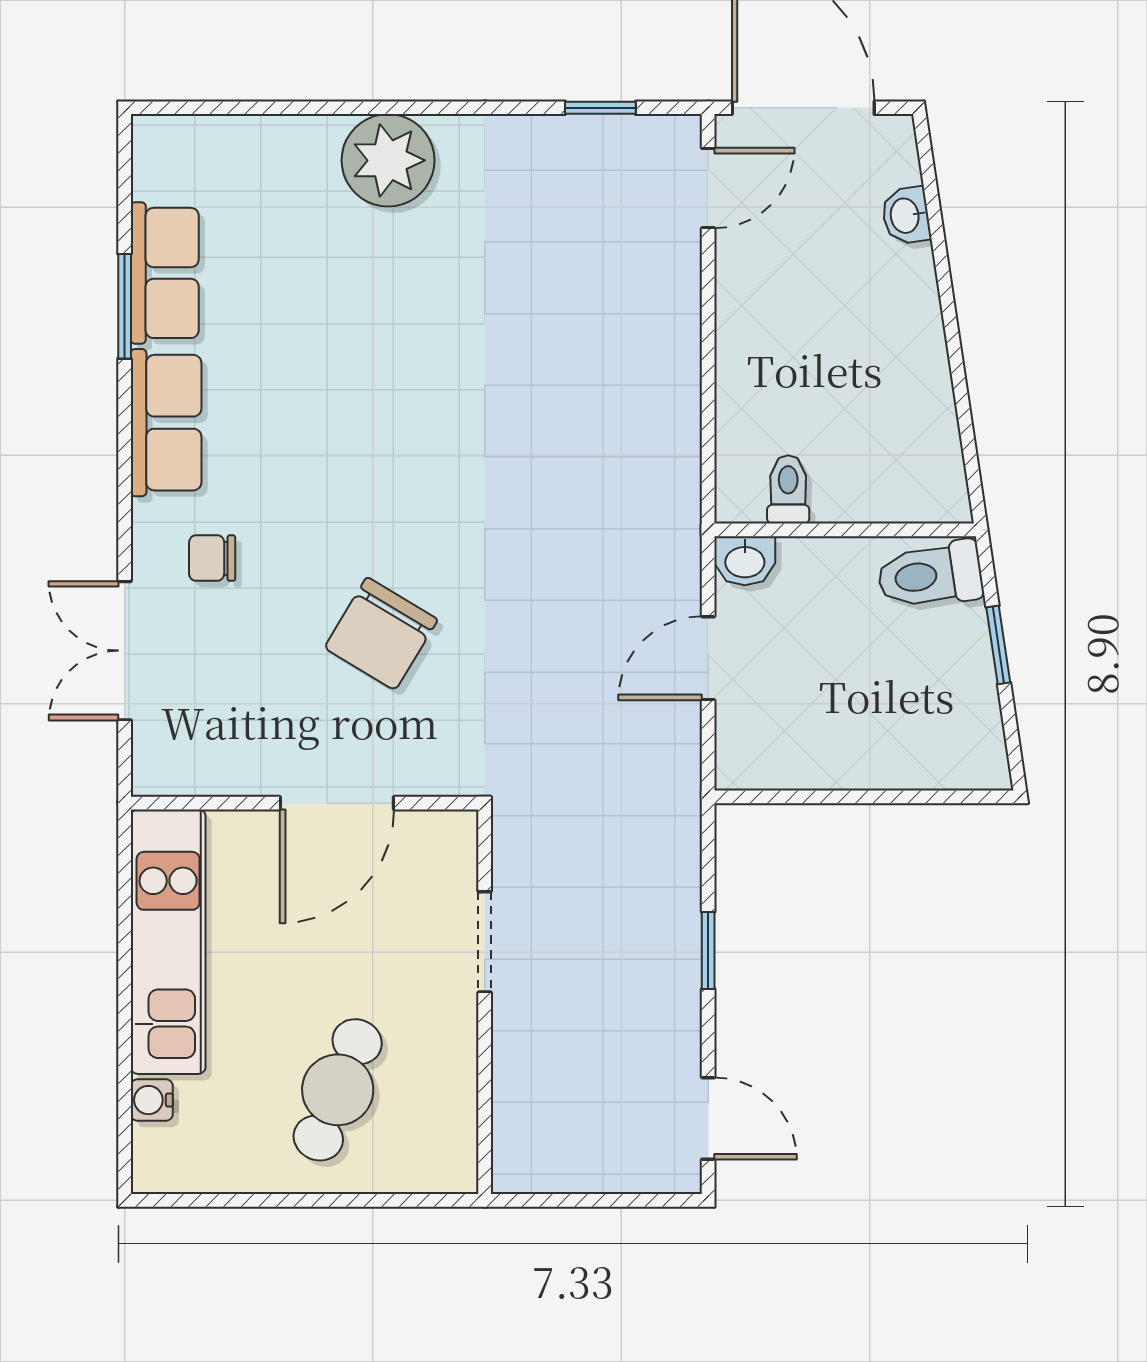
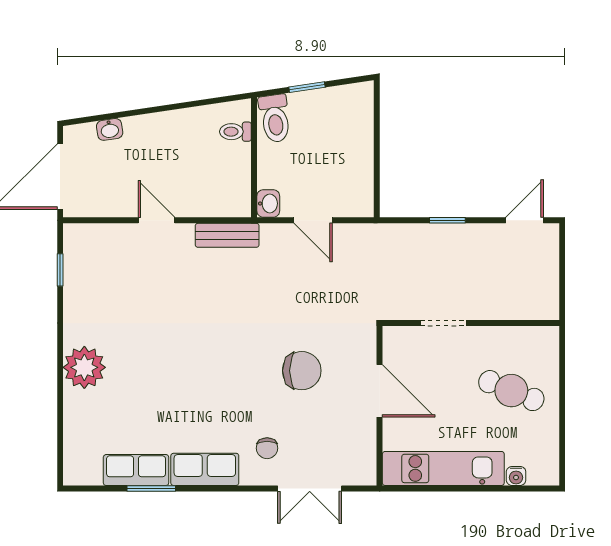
door: (708, 188) -> (156, 220), moved
bench: (676, 471) -> (227, 235), added
toilet: (788, 489) -> (235, 132), moved
chair: (381, 634) -> (302, 371), turned -31

